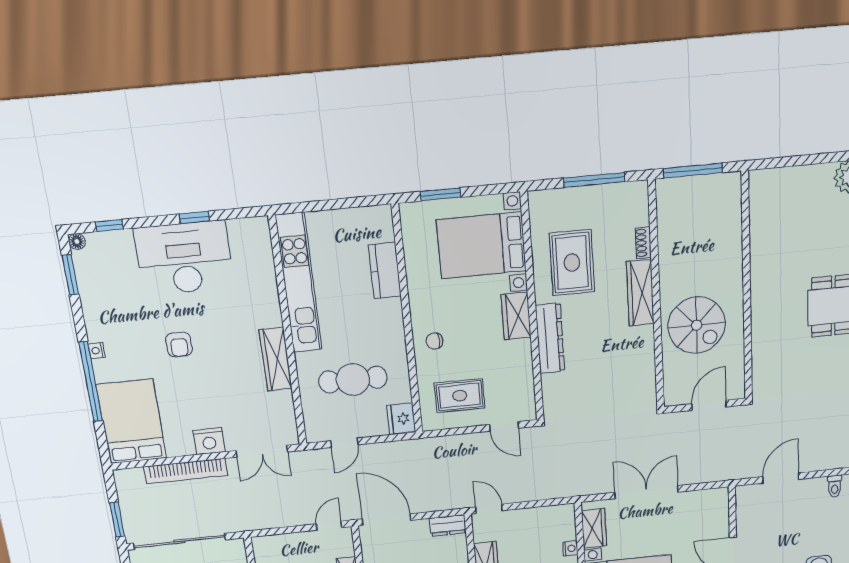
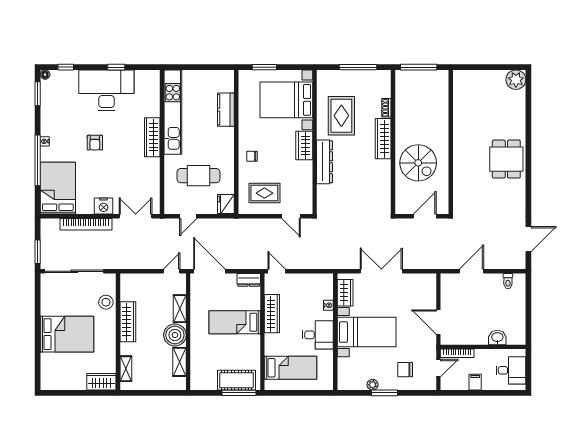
wardrobe: (276, 359) -> (152, 137), moved
double door: (262, 451) -> (136, 216), swing flipped

